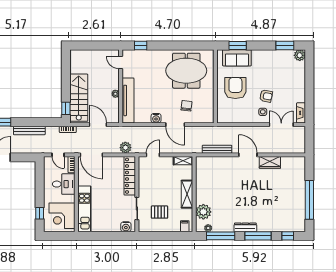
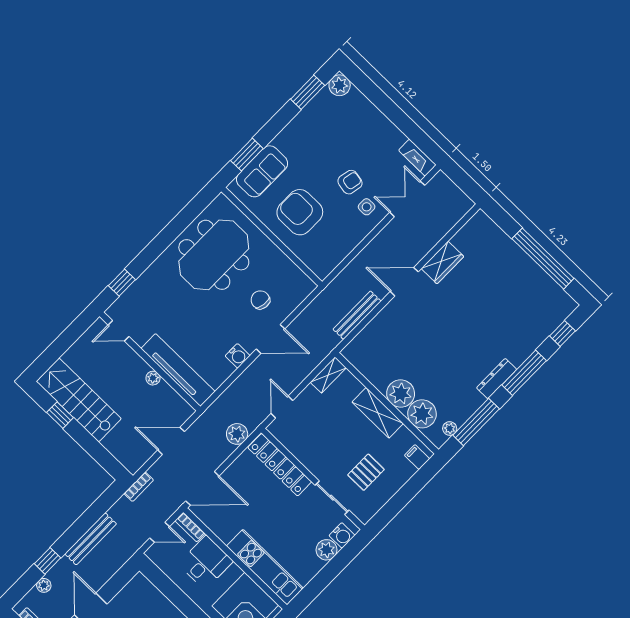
stairs: (79, 98) -> (79, 400), moved
window: (66, 108) -> (60, 415), moved
plant: (203, 196) -> (401, 394), added
plant: (114, 226) -> (327, 550), added

